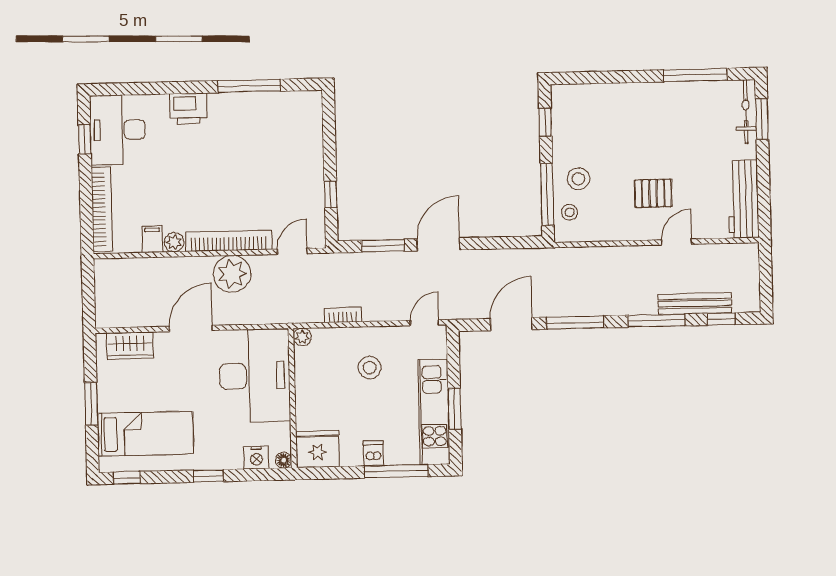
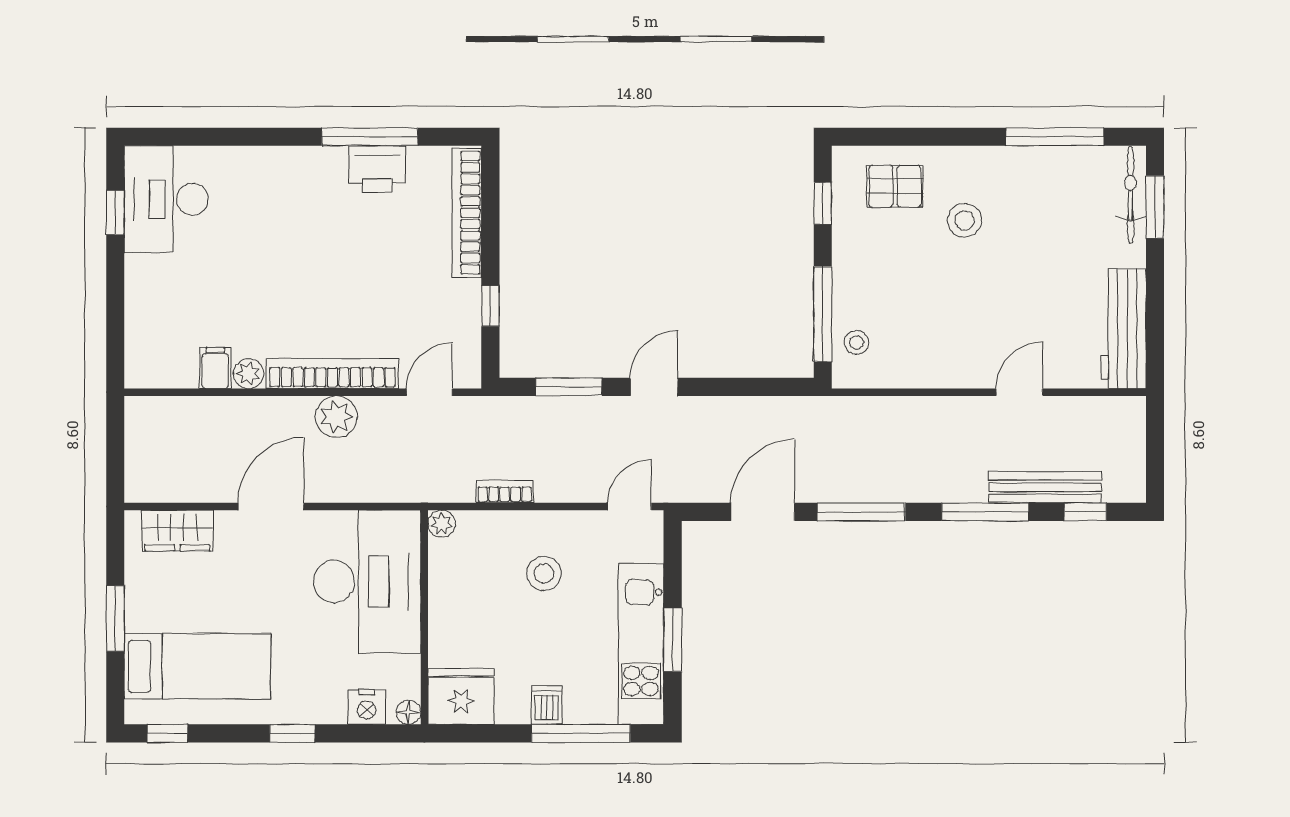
printer: (188, 109) -> (377, 169), moved
stool: (578, 179) -> (965, 220), moved
pallet: (653, 193) -> (895, 186), moved
bookcase: (102, 209) -> (467, 213), moved, turned 180
door: (438, 244) -> (654, 387), width x0.73
plant: (232, 274) -> (336, 417), width x0.73, depth x0.73

